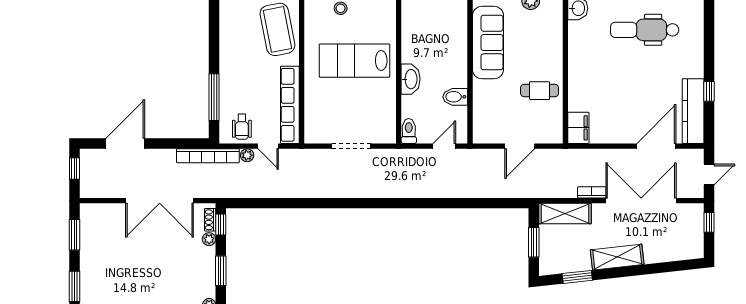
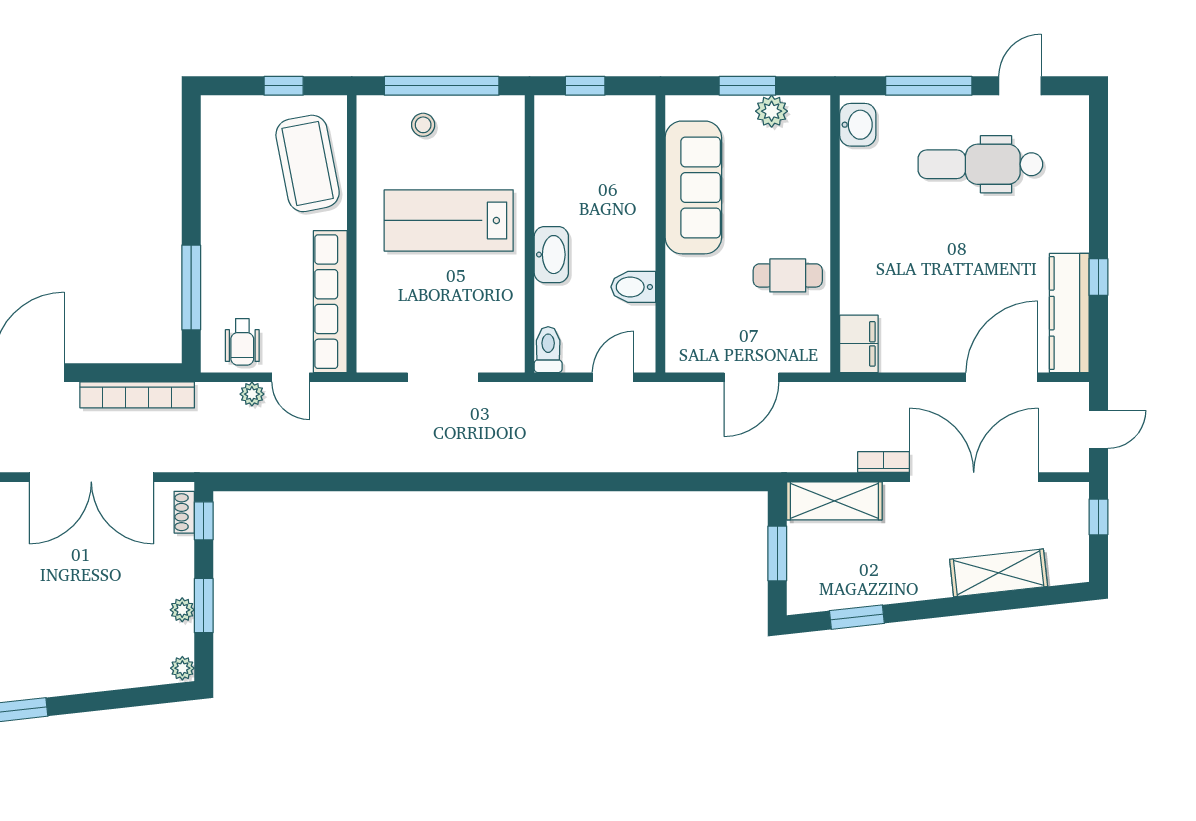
bookcase: (208, 156) -> (137, 395), moved
plant: (209, 239) -> (182, 610), moved
shelving: (617, 257) -> (999, 573), moved

